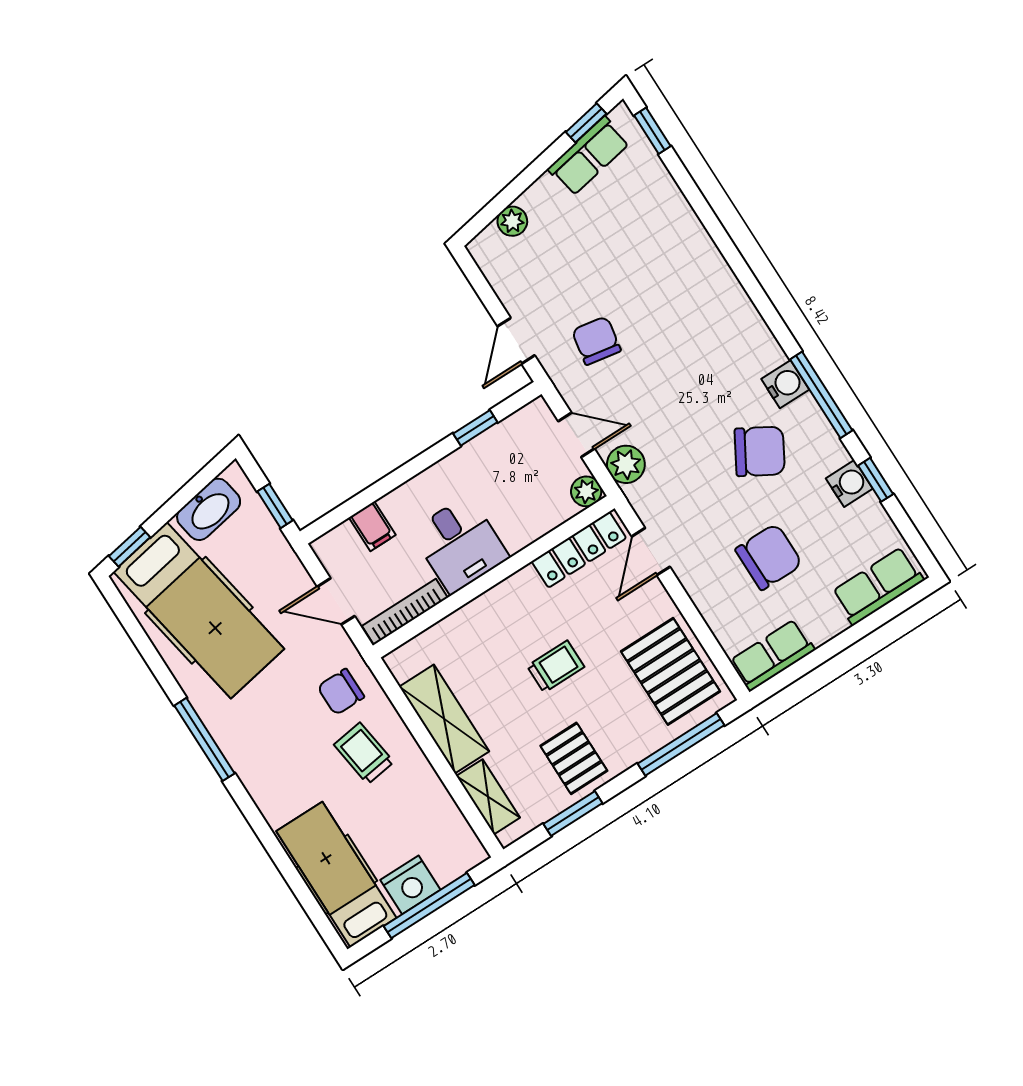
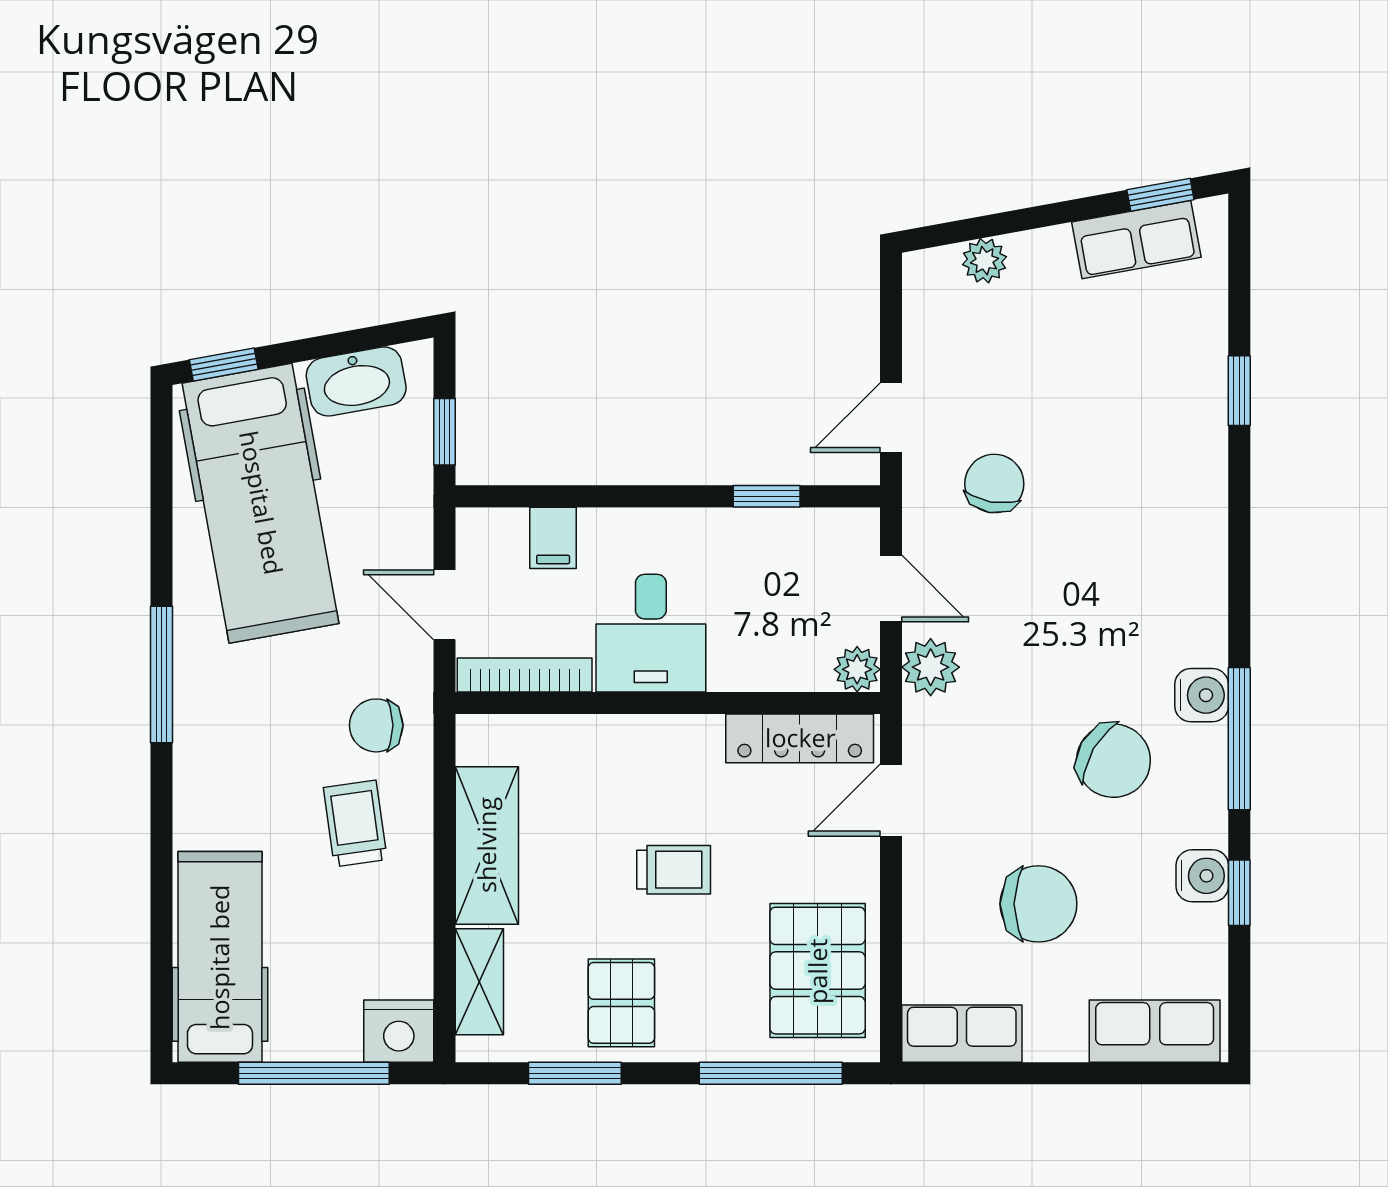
window: (652, 131) -> (1239, 391), moved
nightstand: (410, 885) -> (399, 1031), moved

